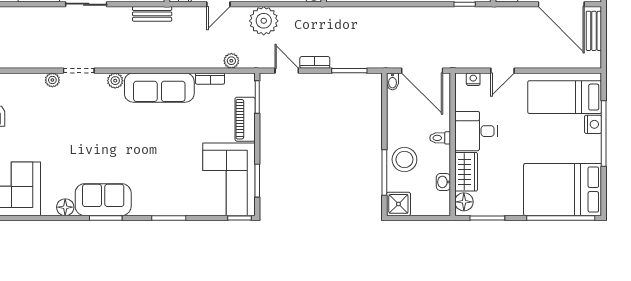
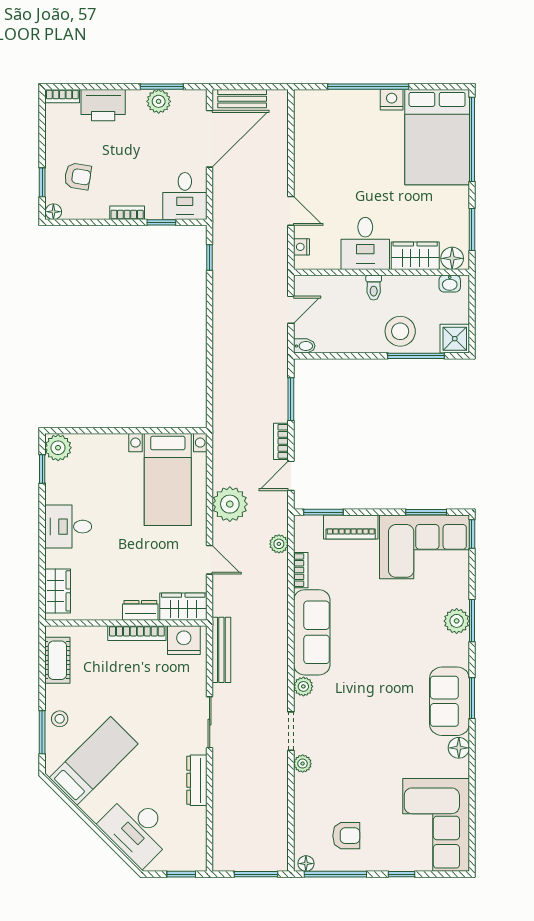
bench: (152, 14) -> (221, 650), width x1.36
door: (422, 71) -> (291, 310), width x0.53
bed: (565, 97) -> (324, 135), removed
nightstand: (593, 124) -> (392, 100), moved
washbasin: (443, 182) -> (450, 284), moved
plant: (169, 205) -> (457, 621), added

